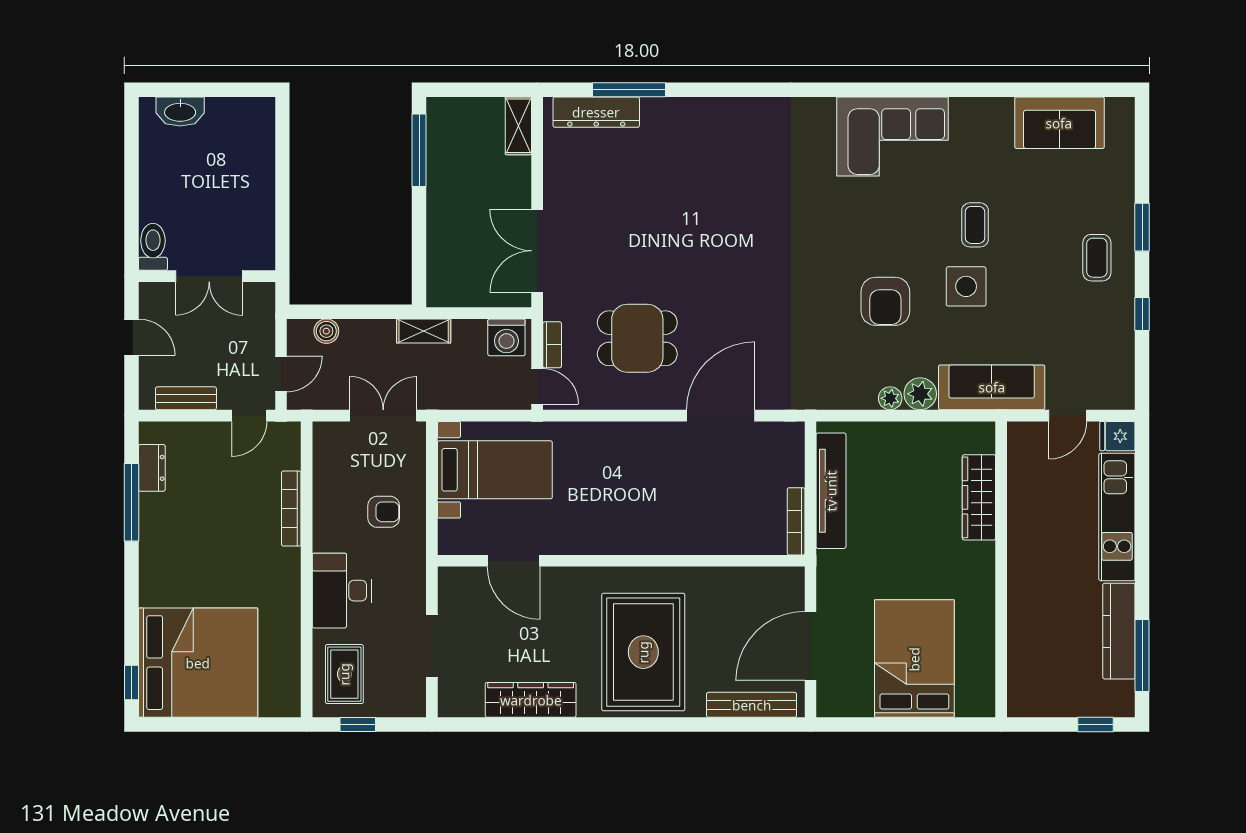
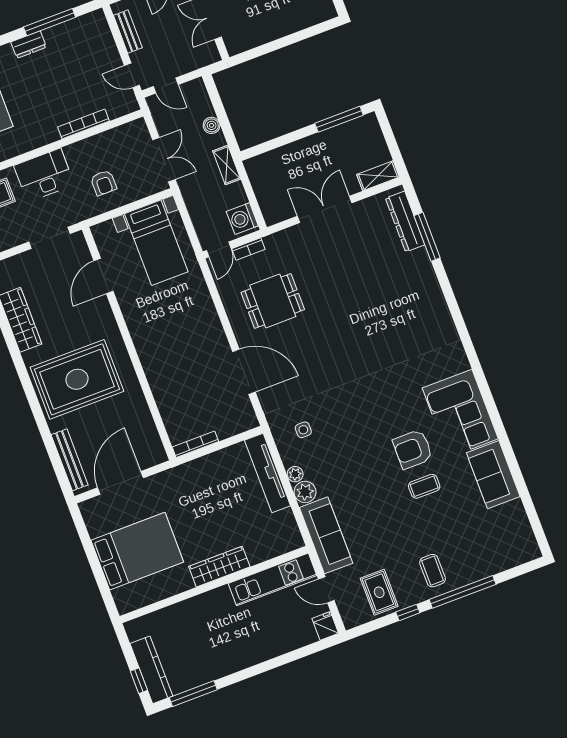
sofa: (1059, 123) -> (493, 475), moved
window: (1142, 227) -> (463, 592), width x2.11
double door: (537, 251) -> (325, 209), moved
coffee table: (1097, 258) -> (433, 571), turned 90
side table: (966, 286) -> (303, 430), moved, width x0.54, depth x0.54
armchair: (885, 301) -> (413, 449), moved
boiler: (326, 331) -> (212, 125), moved
dining table: (637, 338) -> (273, 301), turned 90
rug: (1099, 343) -> (379, 592), added
dresser: (152, 468) -> (29, 45), moved
tv unit: (831, 491) -> (267, 473), moved, turned 90
wardrobe: (979, 497) -> (219, 567), moved
kitchen unit: (1117, 517) -> (272, 579), moved, turned 180
kitchen counter: (1119, 631) -> (151, 670), moved, turned 90
doorway: (432, 646) -> (49, 238), moved
door: (810, 646) -> (121, 483), hinge flipped

